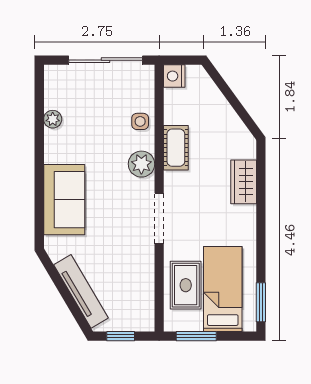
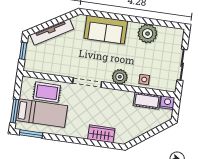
sliding door: (106, 60) -> (182, 65), width x0.73
plant: (53, 119) -> (148, 34), width x1.87, depth x1.87
cot: (176, 148) -> (147, 101), moved
window: (196, 336) -> (15, 111), moved

